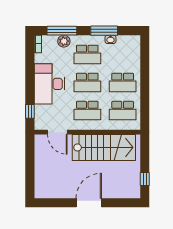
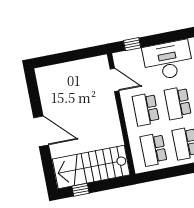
door: (57, 132) -> (115, 80), swing flipped
stairs: (104, 147) -> (91, 167), moved, turned 90

